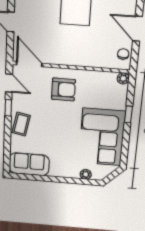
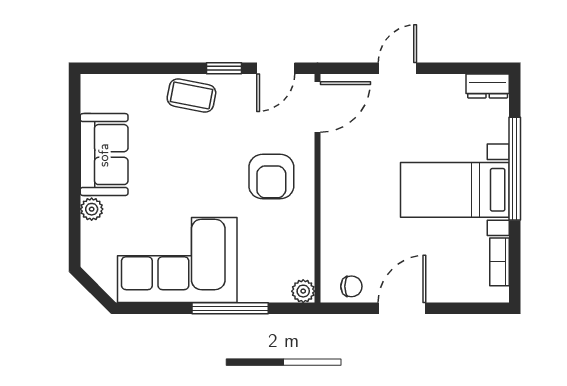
window: (128, 114) -> (230, 308), width x2.17
sofa: (29, 164) -> (104, 155), moved
plant: (86, 174) -> (92, 209), moved

